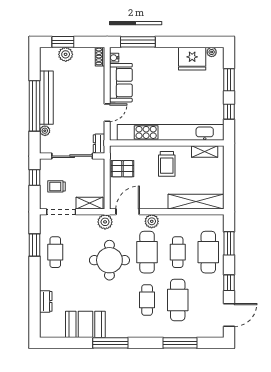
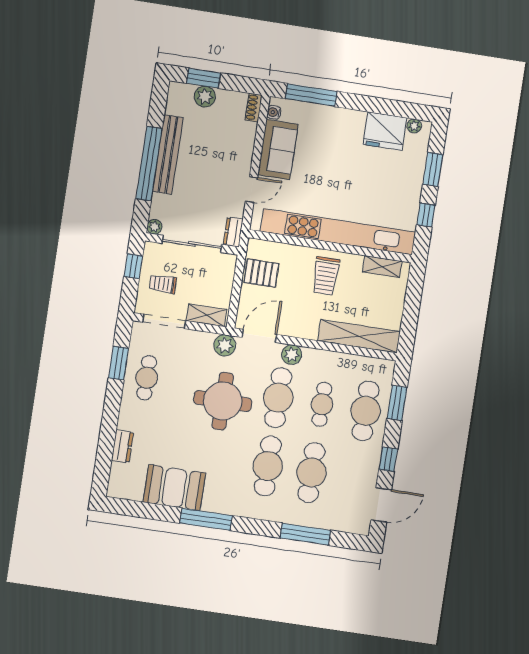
plant: (45, 131) -> (154, 227), moved
cafe table: (147, 300) -> (268, 466), width x1.37, depth x1.35

